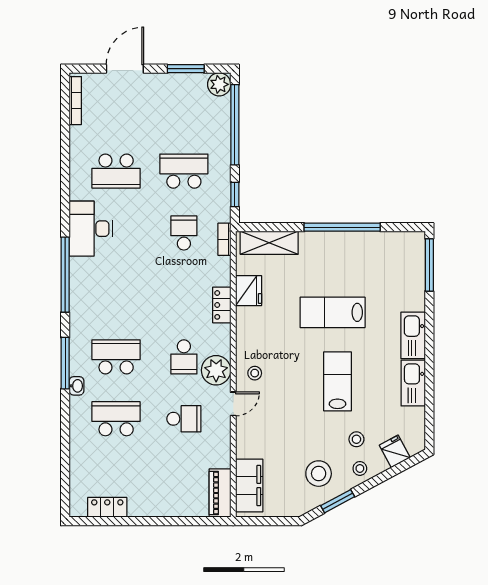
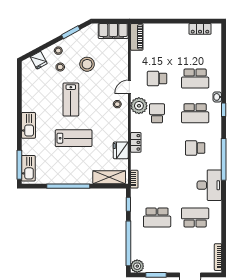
school desk: (184, 233) -> (195, 148), moved, turned 90
window: (65, 363) -> (224, 110), width x0.46
kitchen sink: (413, 383) -> (28, 168), moved
stool: (319, 474) -> (87, 64), moved
filing cabinet: (249, 486) -> (113, 31), moved, turned -90

